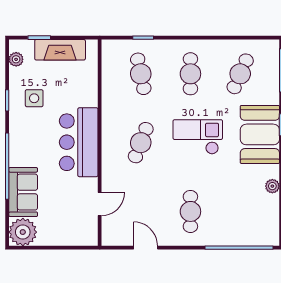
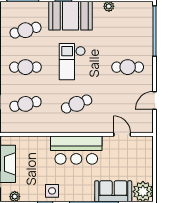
cafe table: (240, 74) -> (25, 30), turned -39
side table: (34, 98) -> (52, 191), moved
cafe table: (141, 143) -> (77, 104), turned -42

